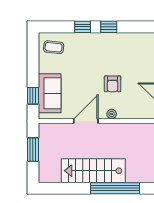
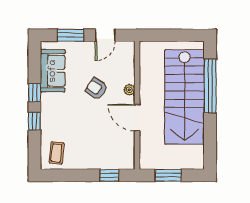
armchair: (113, 84) -> (96, 89), turned -146
sofa: (50, 93) -> (53, 71), moved, turned 90
stairs: (93, 171) -> (184, 97), width x1.36, depth x1.51

